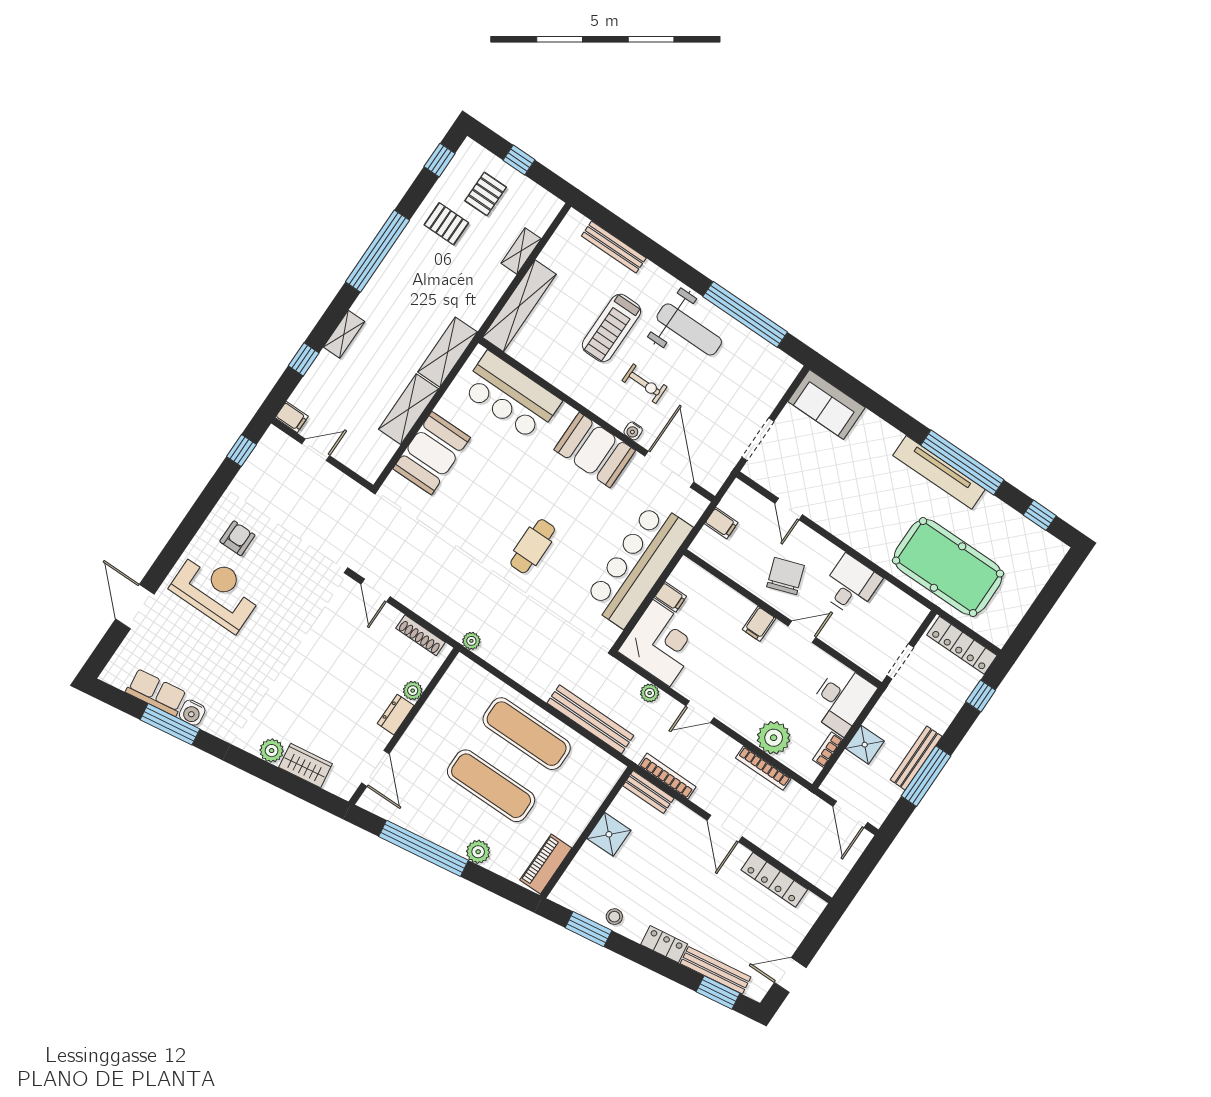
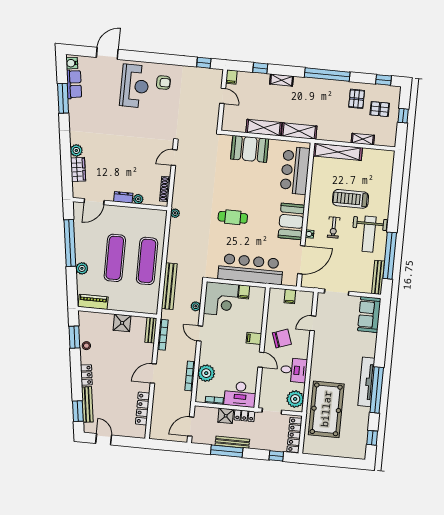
bench: (614, 247) -> (378, 277), moved
plant: (901, 610) -> (295, 399), added
water cooler: (192, 713) -> (72, 63), moved
locker: (882, 713) -> (244, 416), added

